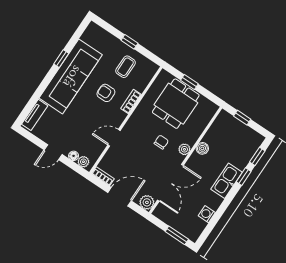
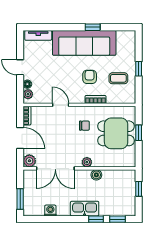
chair: (161, 142) -> (84, 126), moved

